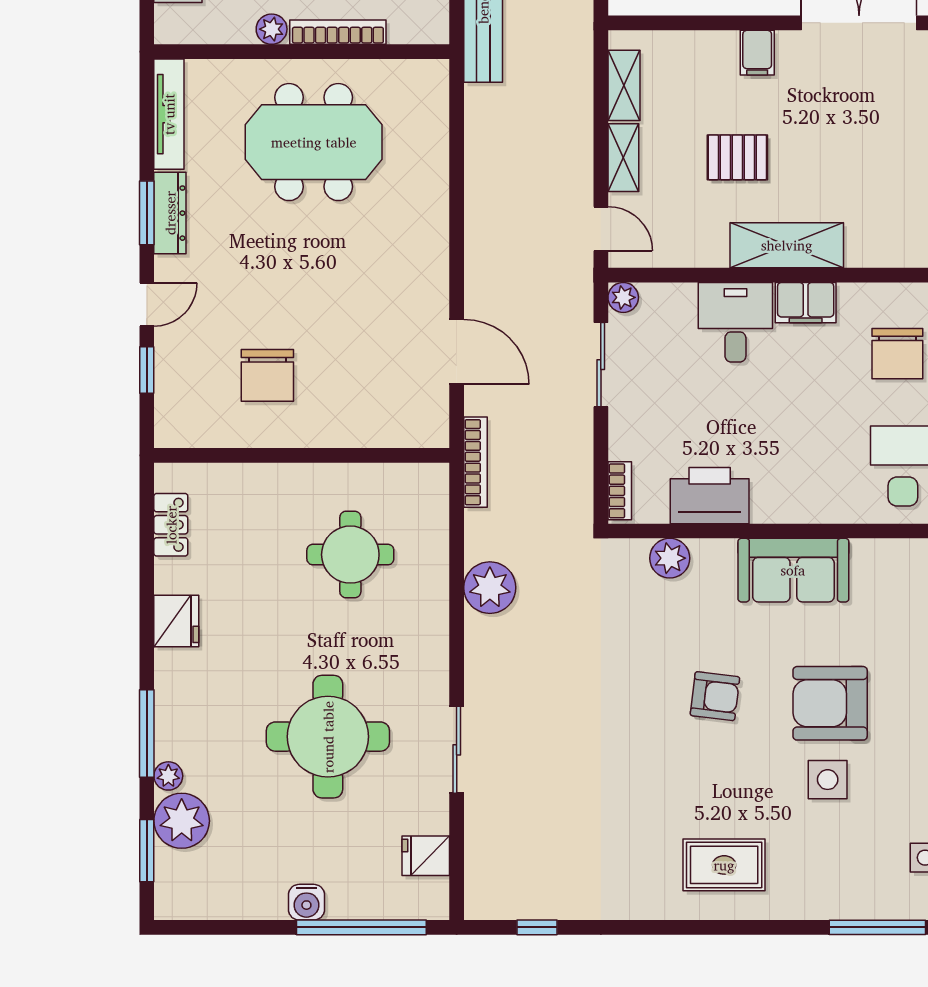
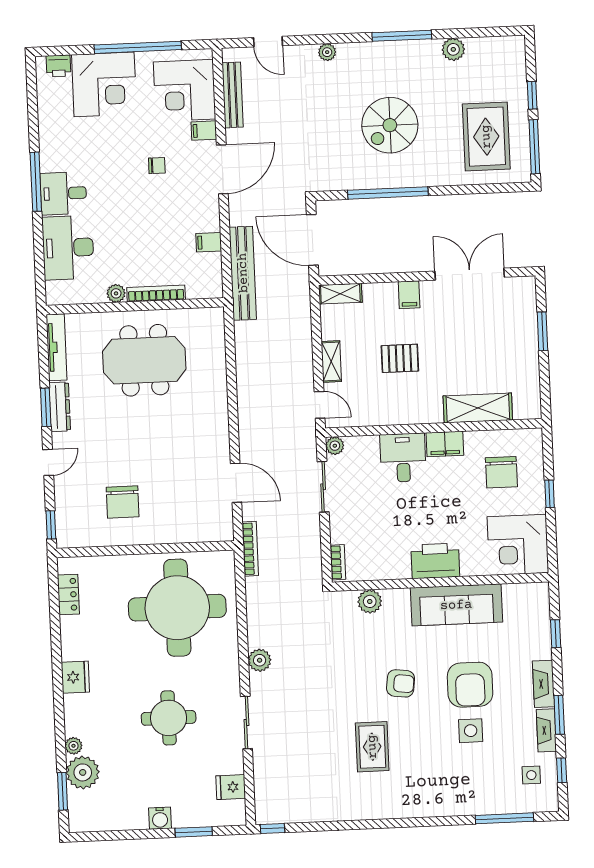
shelving: (624, 85) -> (340, 294), moved, turned 90
shelving: (787, 245) -> (478, 408), moved
window: (147, 370) -> (51, 525), moved
printer: (710, 496) -> (435, 561), moved
round table: (350, 555) -> (177, 608), width x1.86, depth x1.86
sofa: (793, 570) -> (456, 605), width x1.36
plant: (490, 588) -> (260, 660), moved, width x0.73, depth x0.73
fridge: (176, 621) -> (75, 677), moved
armchair: (830, 703) -> (470, 685), turned -90
window: (147, 734) -> (59, 721), removed
round table: (328, 737) -> (169, 718), width x0.73, depth x0.73
rug: (724, 865) -> (372, 747), moved, turned 90
window: (361, 927) -> (194, 832), width x0.47
window: (537, 927) -> (273, 828), moved

